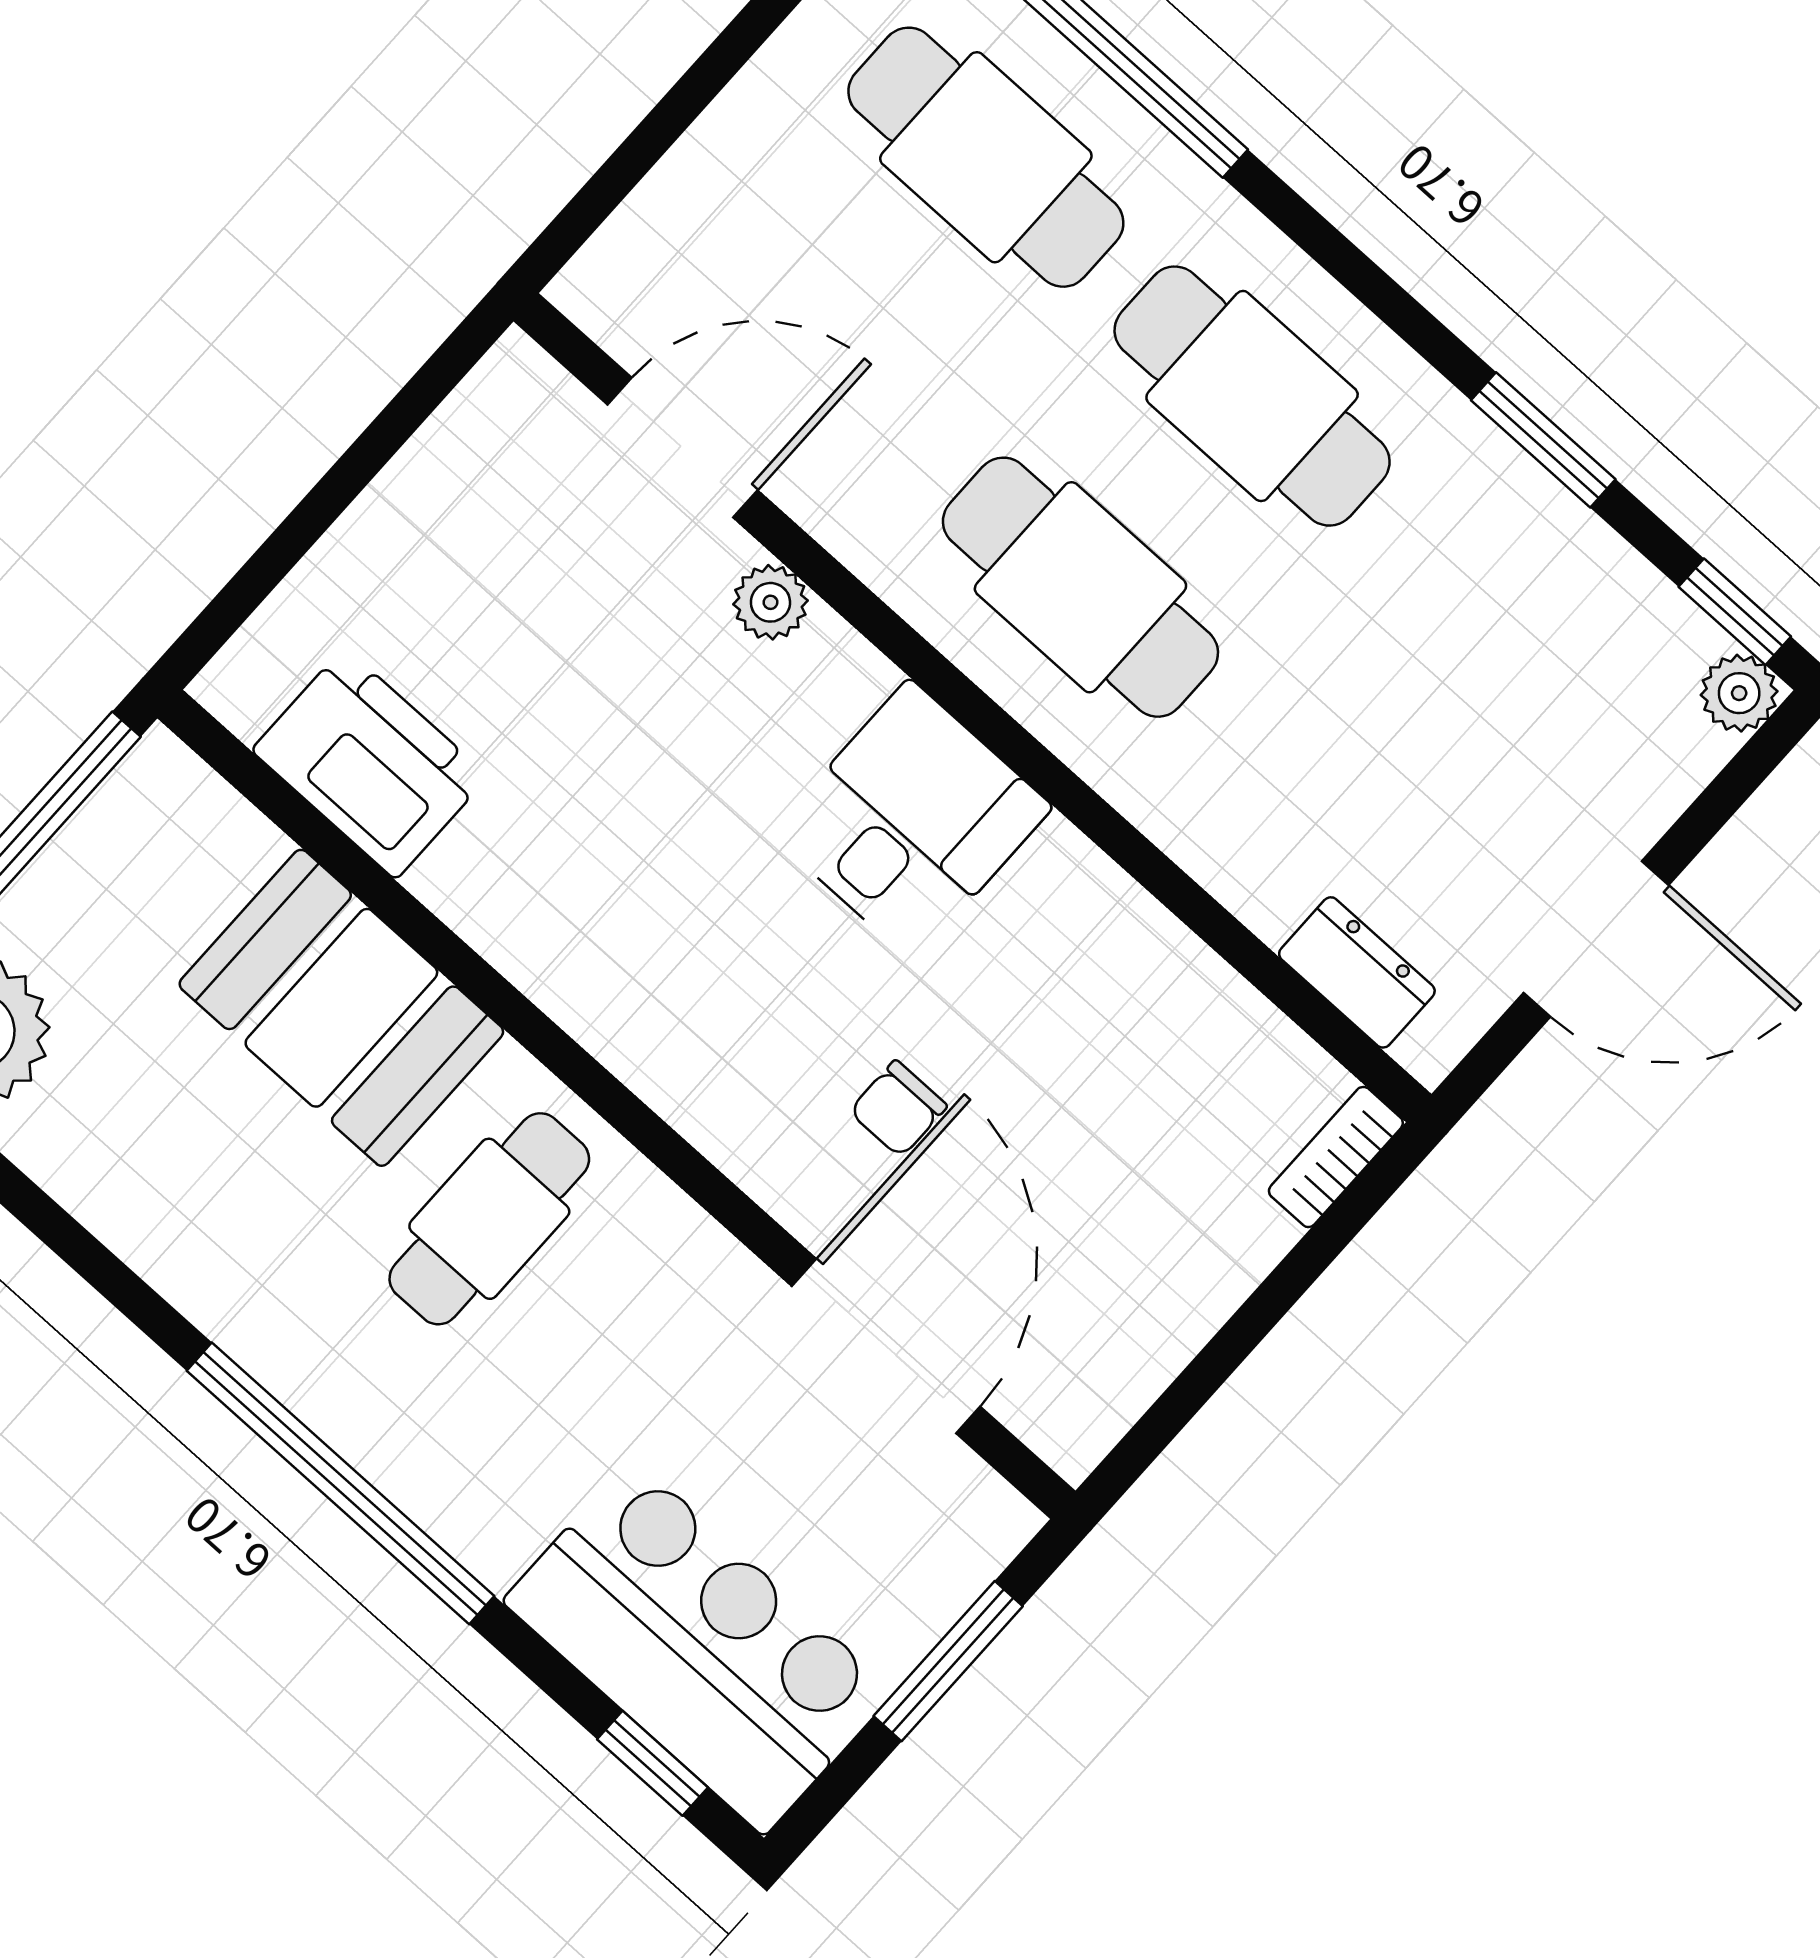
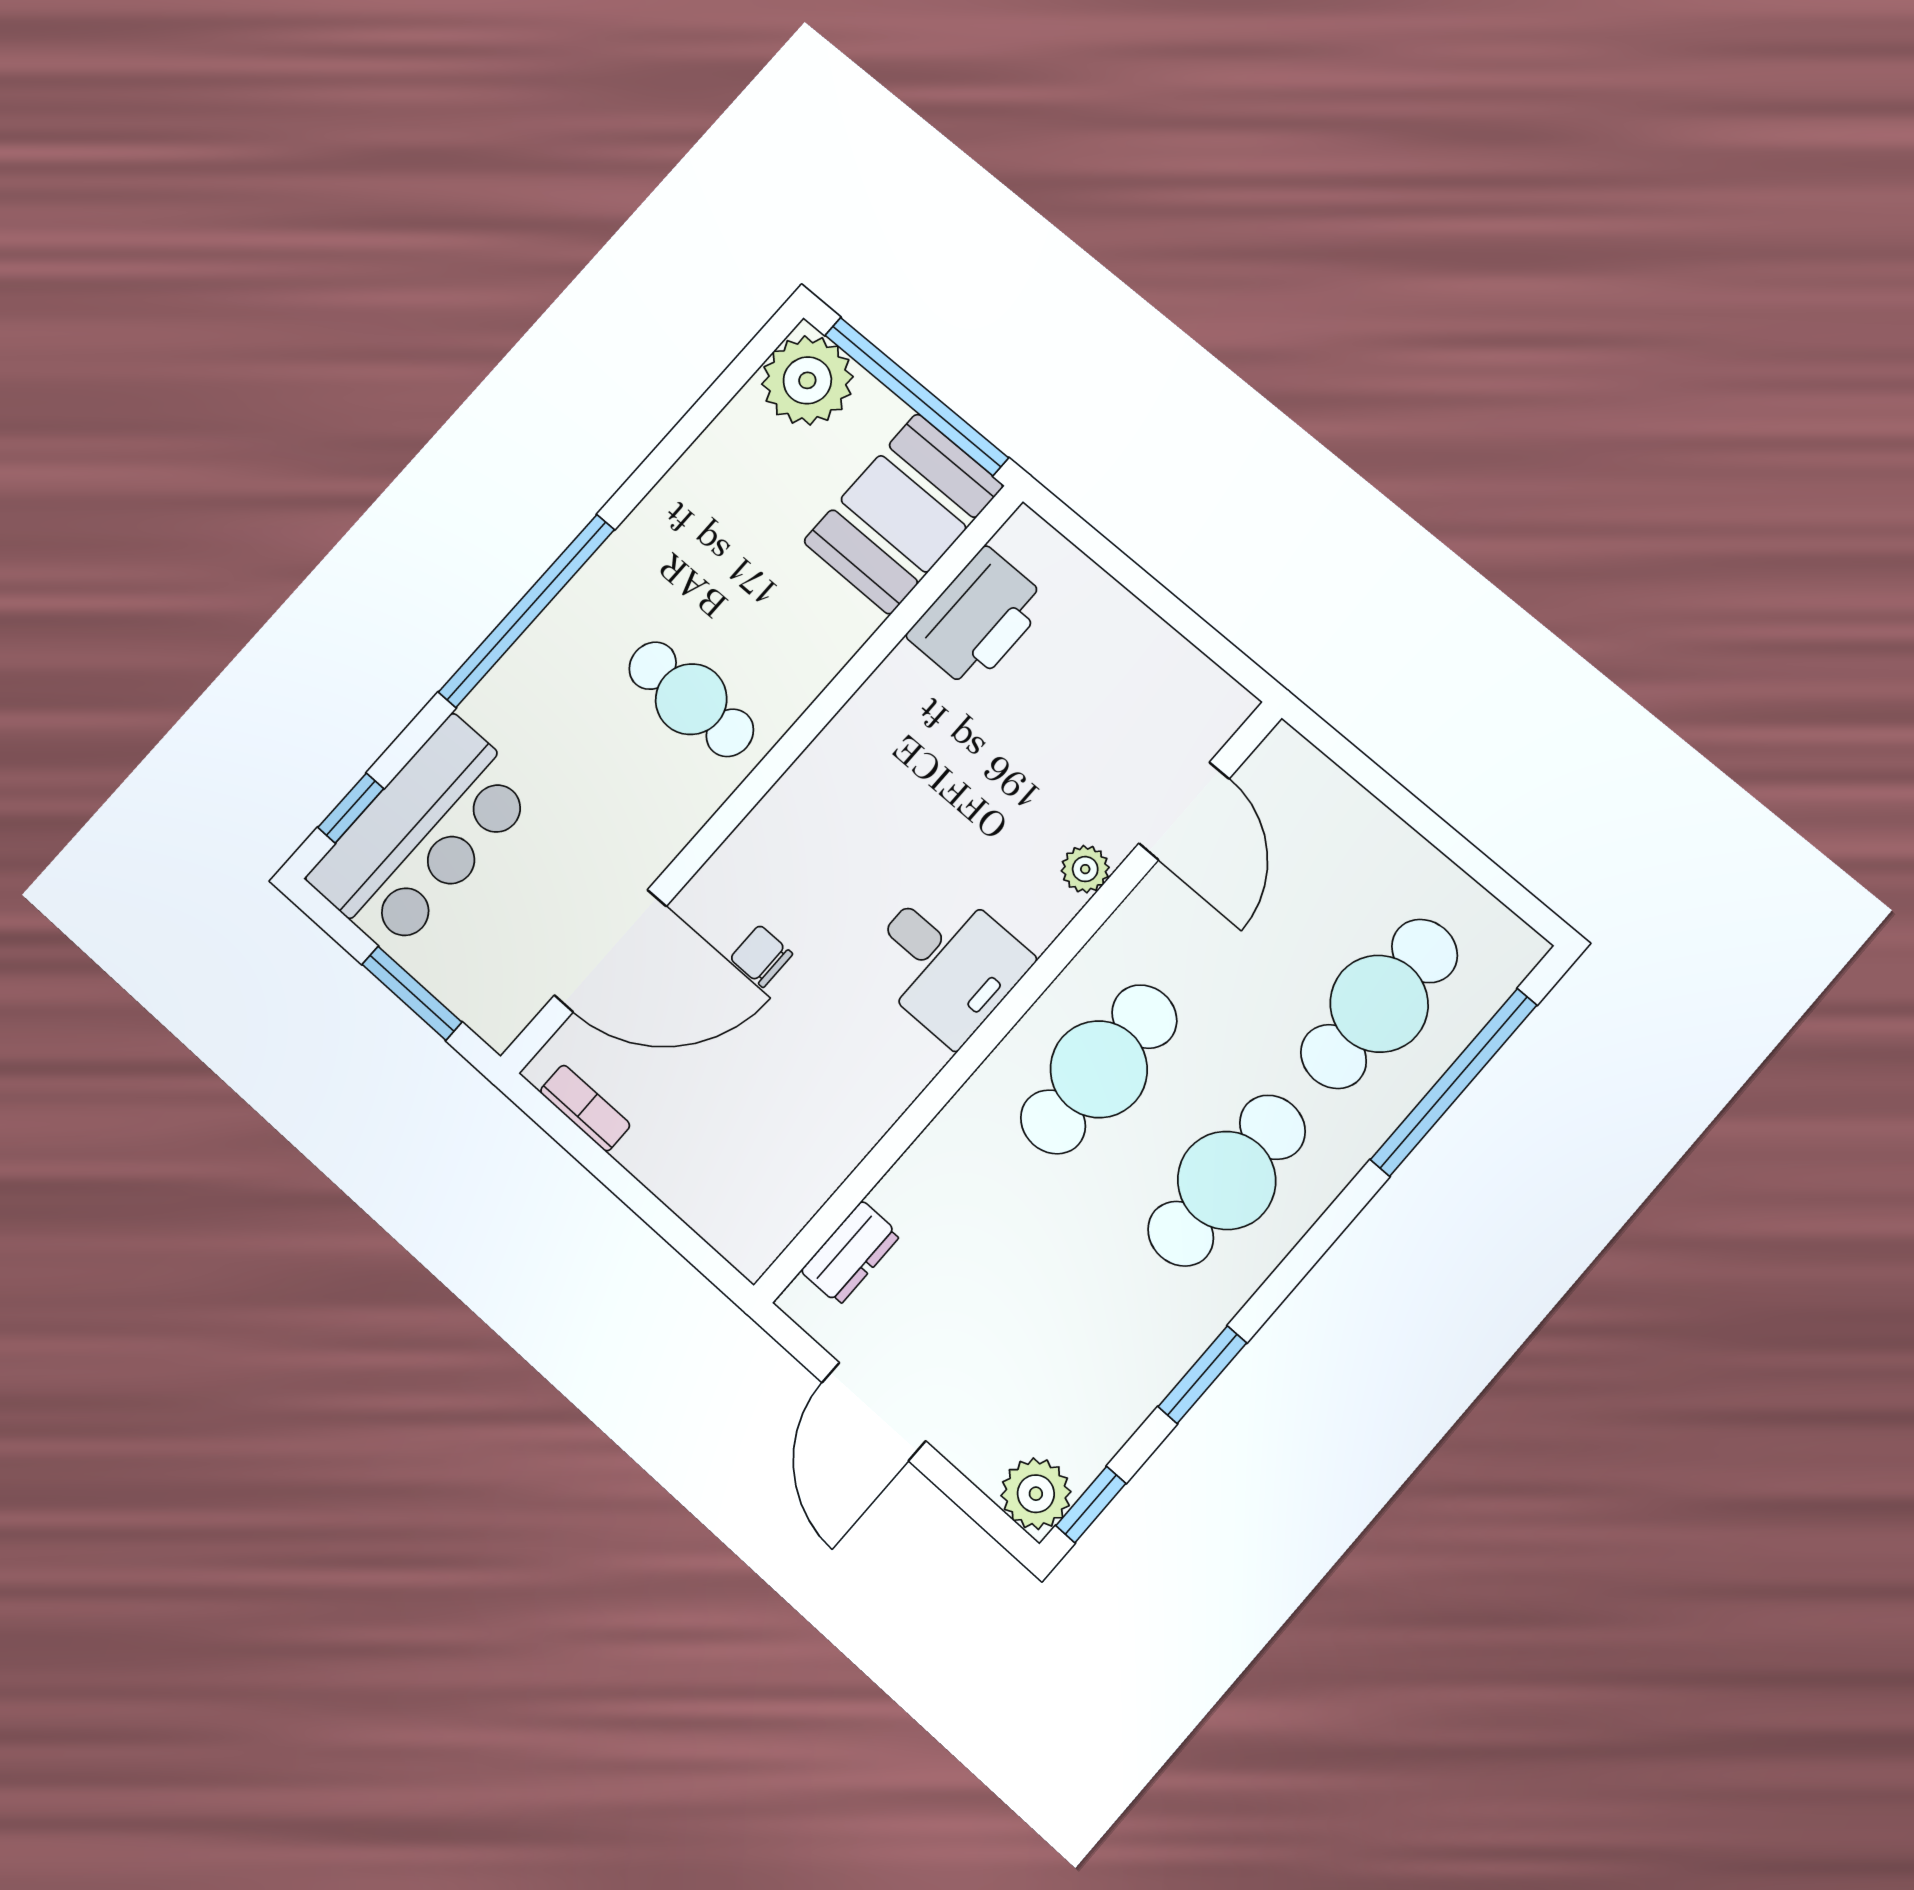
plant: (1739, 693) -> (1036, 1494), width x1.38, depth x1.38
booth: (341, 1008) -> (903, 514), moved
bookcase: (1336, 1157) -> (585, 1108), moved

